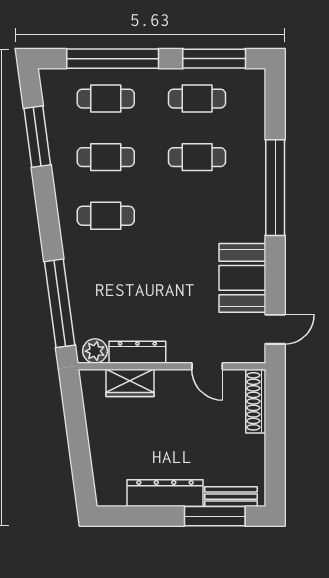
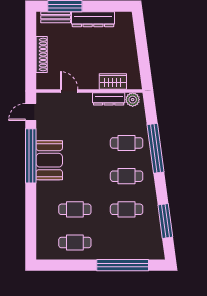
window: (214, 59) -> (65, 265), removed
cafe table: (106, 99) -> (127, 143), moved
window: (275, 188) -> (31, 156), moved
booth: (242, 278) -> (49, 160), moved
window: (60, 303) -> (156, 148), moved
shoe rack: (256, 401) -> (42, 54), moved

